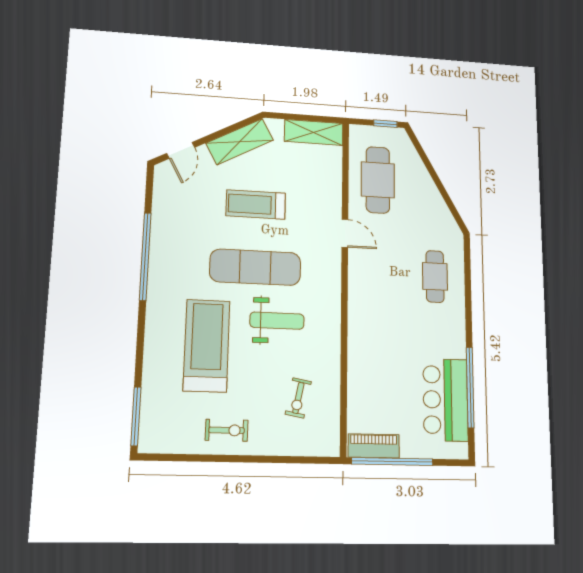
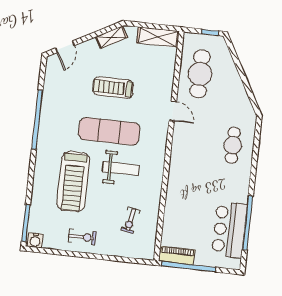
shelving: (240, 142) -> (112, 37), width x0.67, depth x0.75
treadmill: (207, 346) -> (73, 182), turned 180
water cooler: (152, 442) -> (35, 240), added

